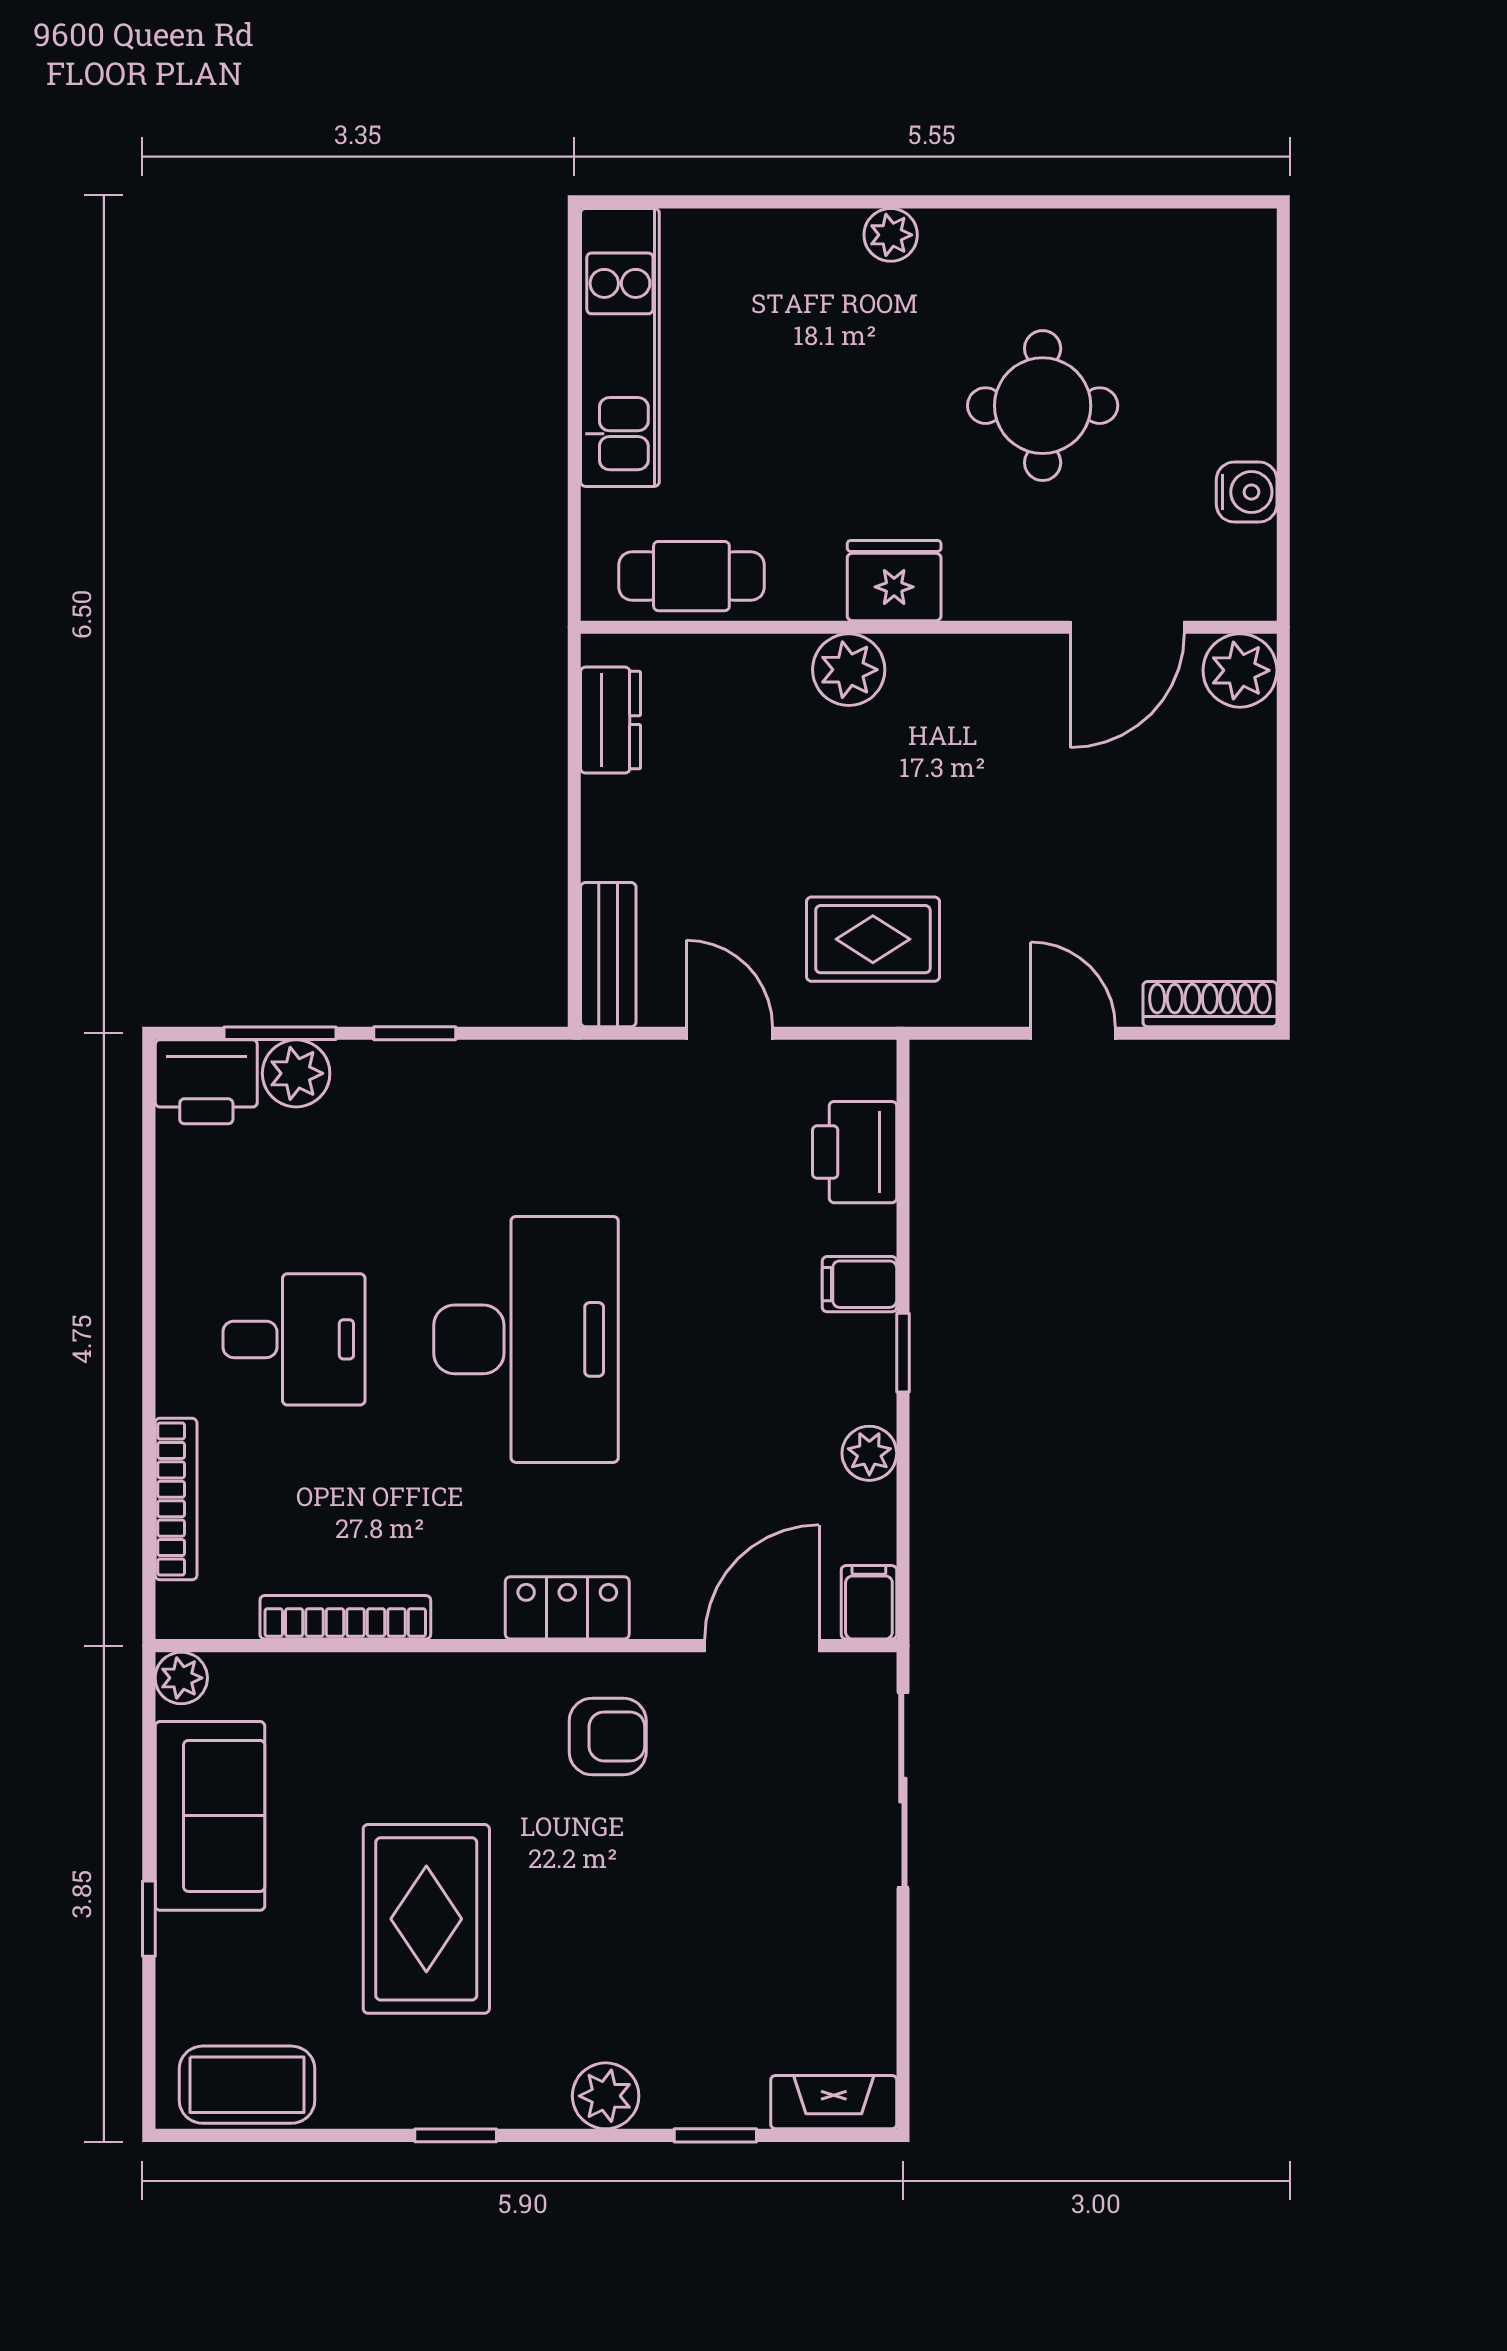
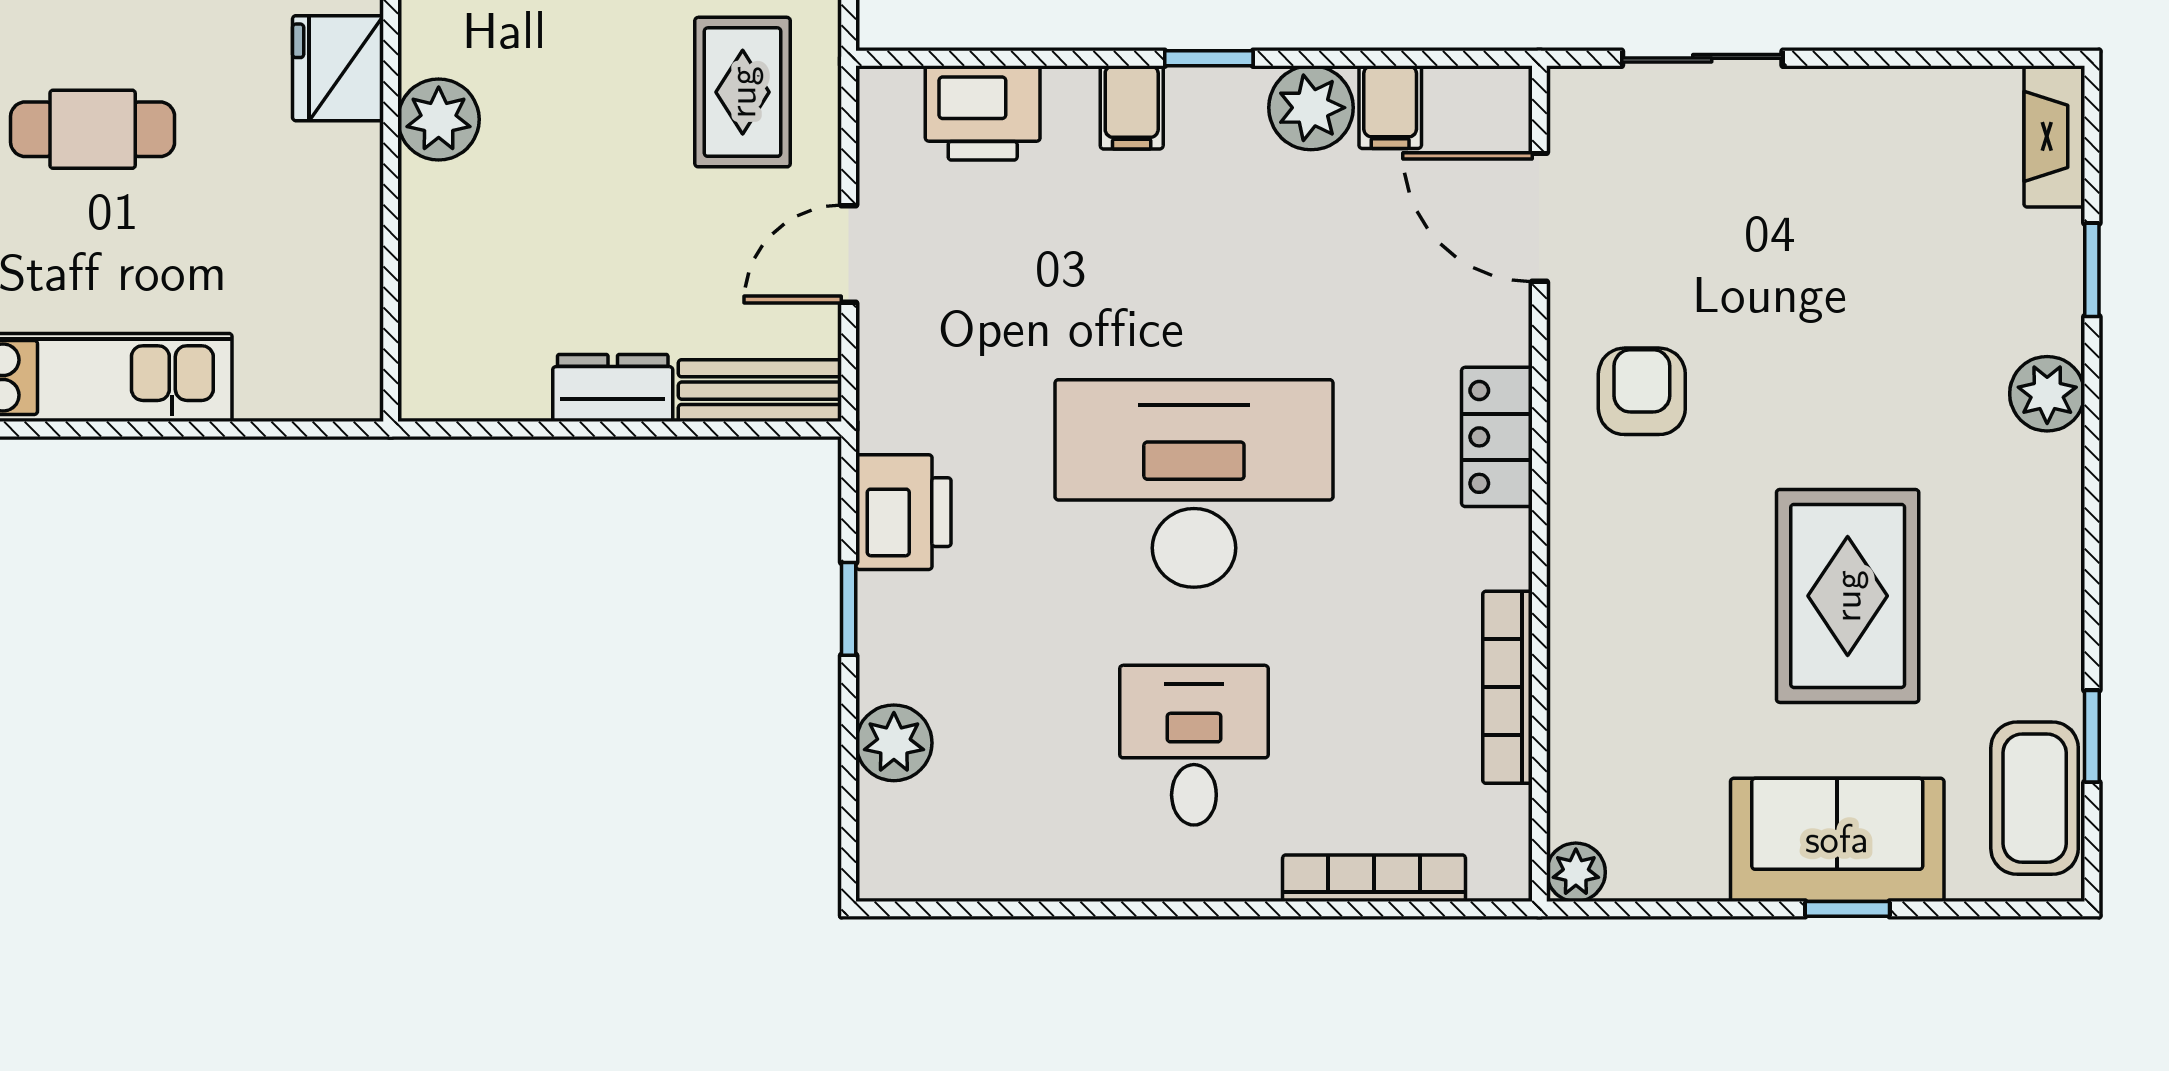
cafe table: (691, 576) -> (93, 129), moved, turned 90
dresser: (611, 720) -> (613, 388), moved
window: (280, 1033) -> (849, 761), removed
printer: (206, 1082) -> (903, 512), moved
plant: (869, 1453) -> (1311, 108), width x1.38, depth x1.38
filing cabinet: (869, 1602) -> (1390, 107), moved, turned -90
sliding door: (903, 1790) -> (1702, 58), width x0.73
sofa: (210, 1816) -> (1837, 840), moved
rug: (426, 1919) -> (1848, 596), turned 90
window: (456, 2135) -> (2092, 736), moved

